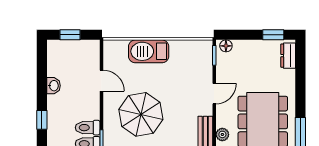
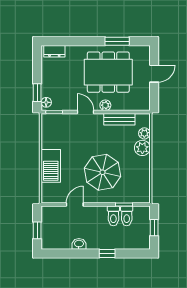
window: (273, 35) -> (37, 93), moved
plant: (222, 134) -> (105, 105), moved

